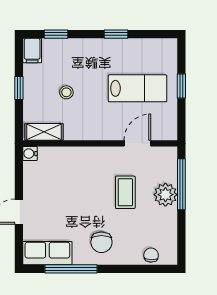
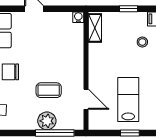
lab bench: (138, 88) -> (128, 99), turned 180
stool: (66, 92) -> (142, 42), moved

